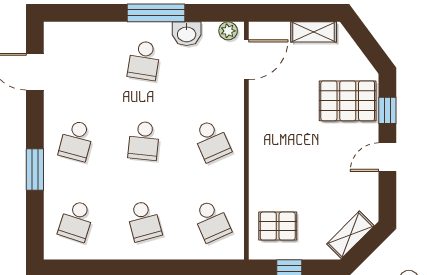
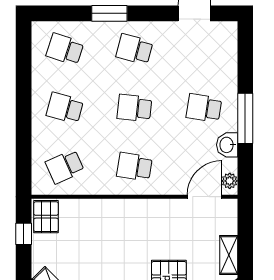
door: (246, 60) -> (204, 197), swing flipped
school desk: (212, 141) -> (134, 167), turned 33
school desk: (144, 221) -> (65, 108), turned 30
pallet: (278, 226) -> (46, 217), moved

